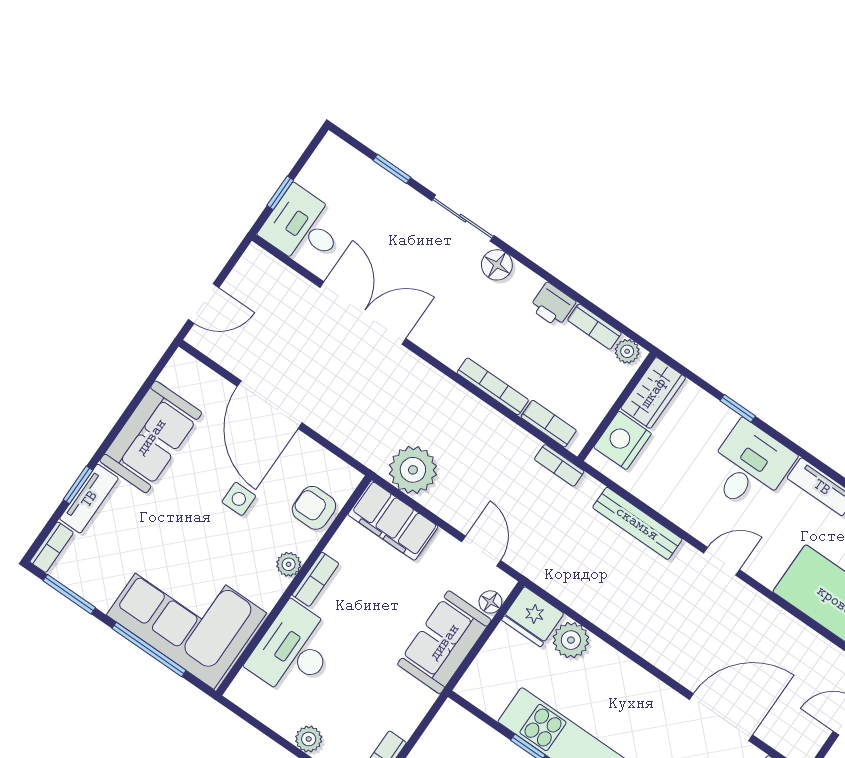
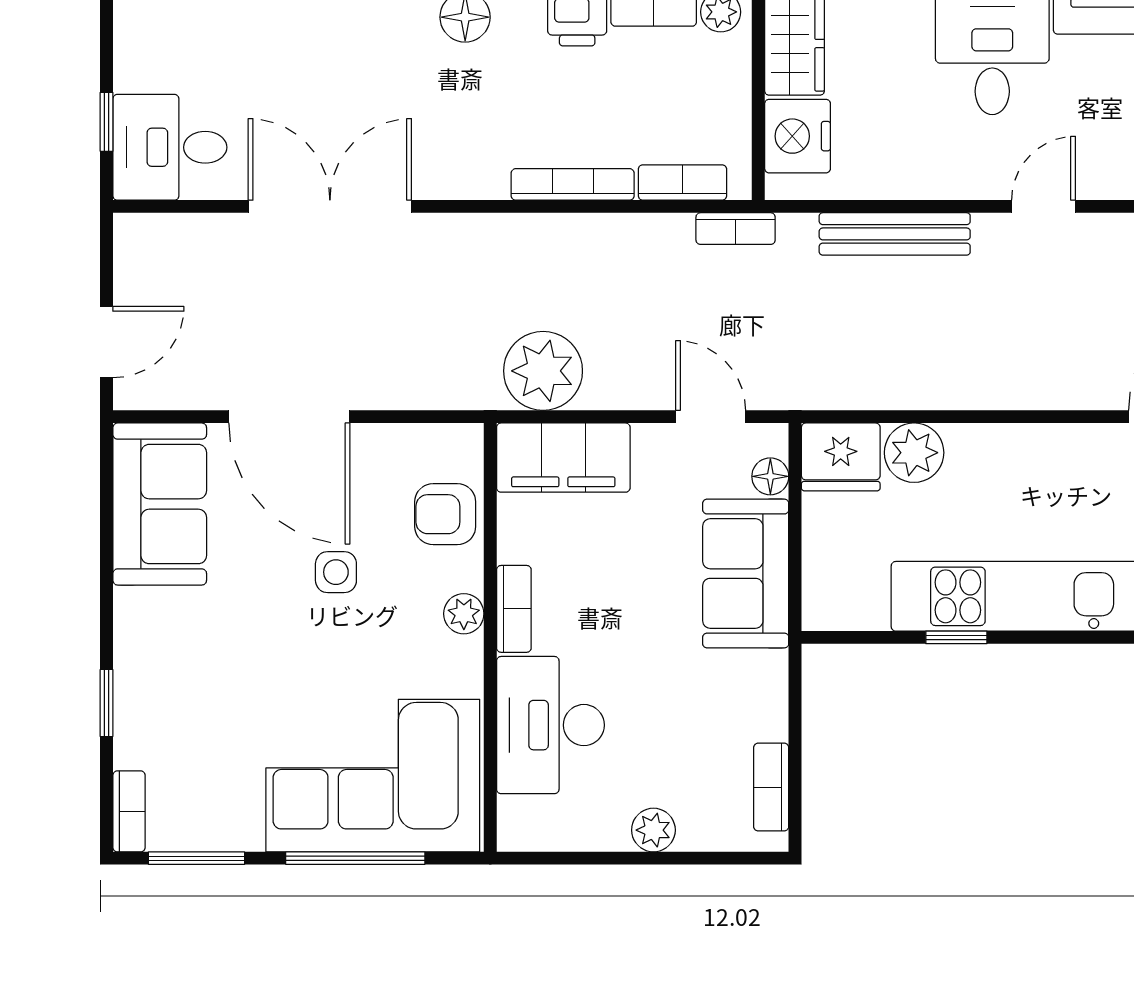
sofa: (151, 437) -> (160, 504), moved
tv unit: (89, 499) -> (134, 711), removed

